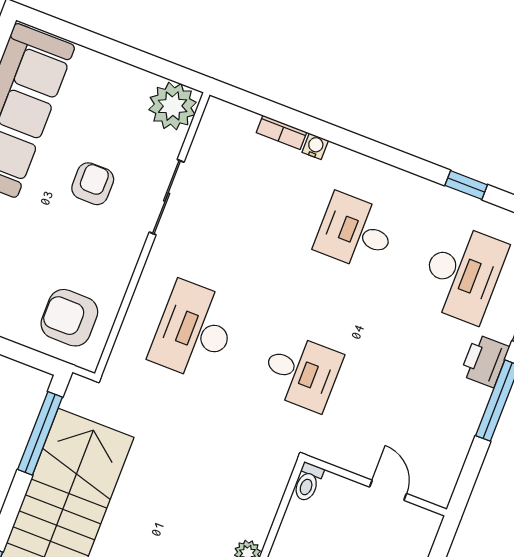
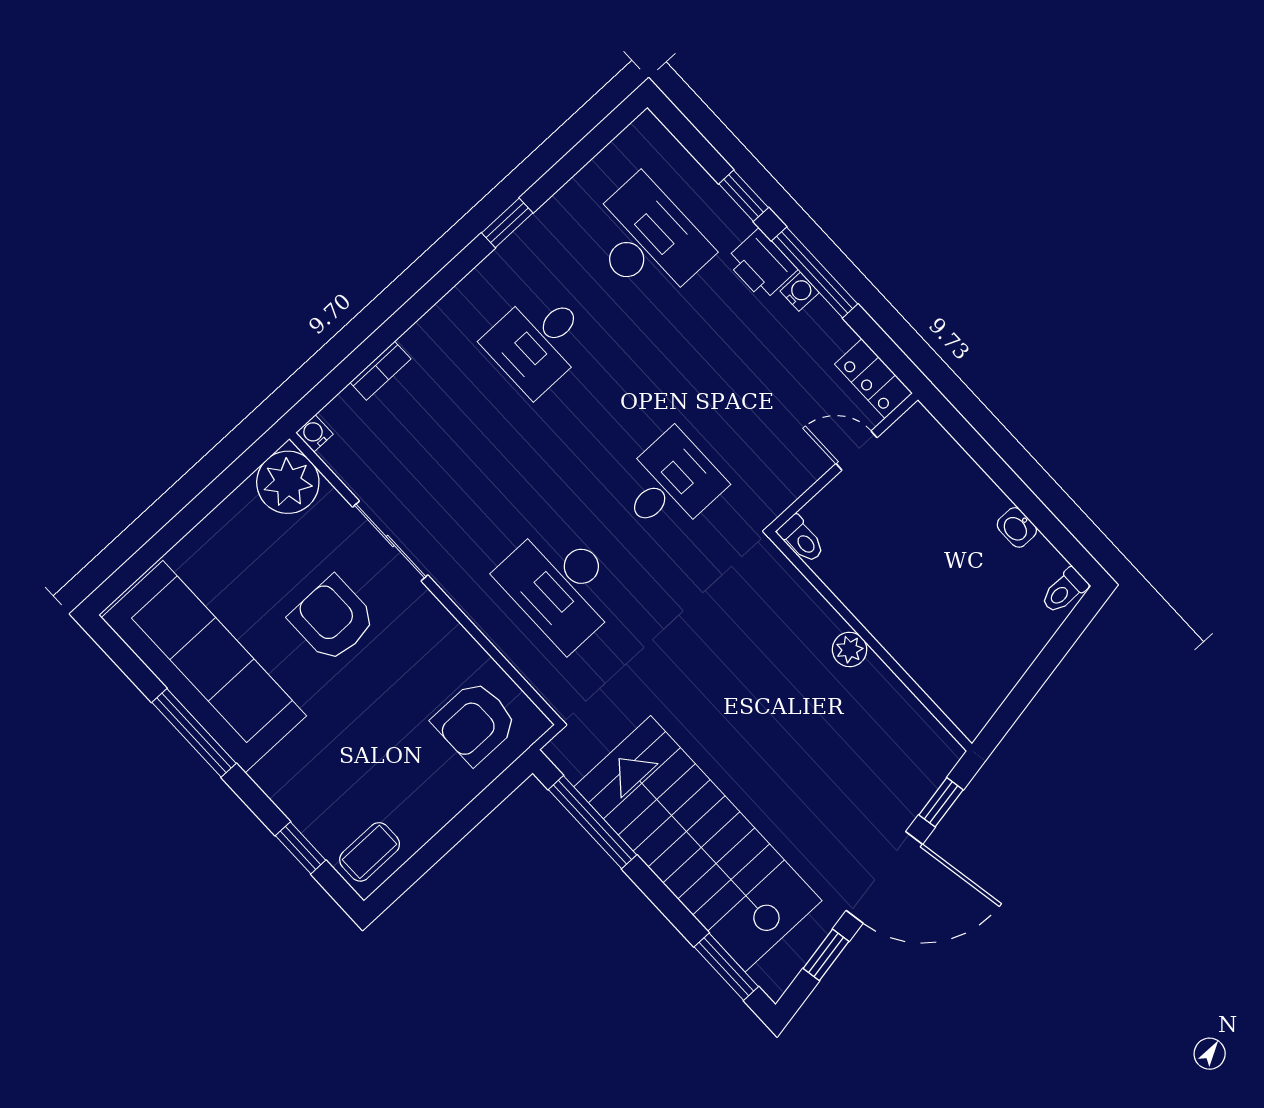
water cooler: (315, 146) -> (314, 433), moved
armchair: (93, 184) -> (333, 619), width x1.38, depth x1.38
window: (466, 185) -> (507, 223), moved
water cooler: (479, 397) -> (800, 292), added
locker: (444, 478) -> (873, 379), added

